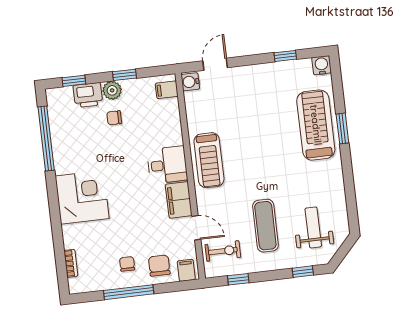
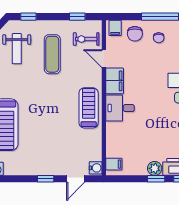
window: (285, 56) -> (46, 179), moved
window: (124, 75) -> (156, 179), moved
chair: (114, 118) -> (155, 148), removed

